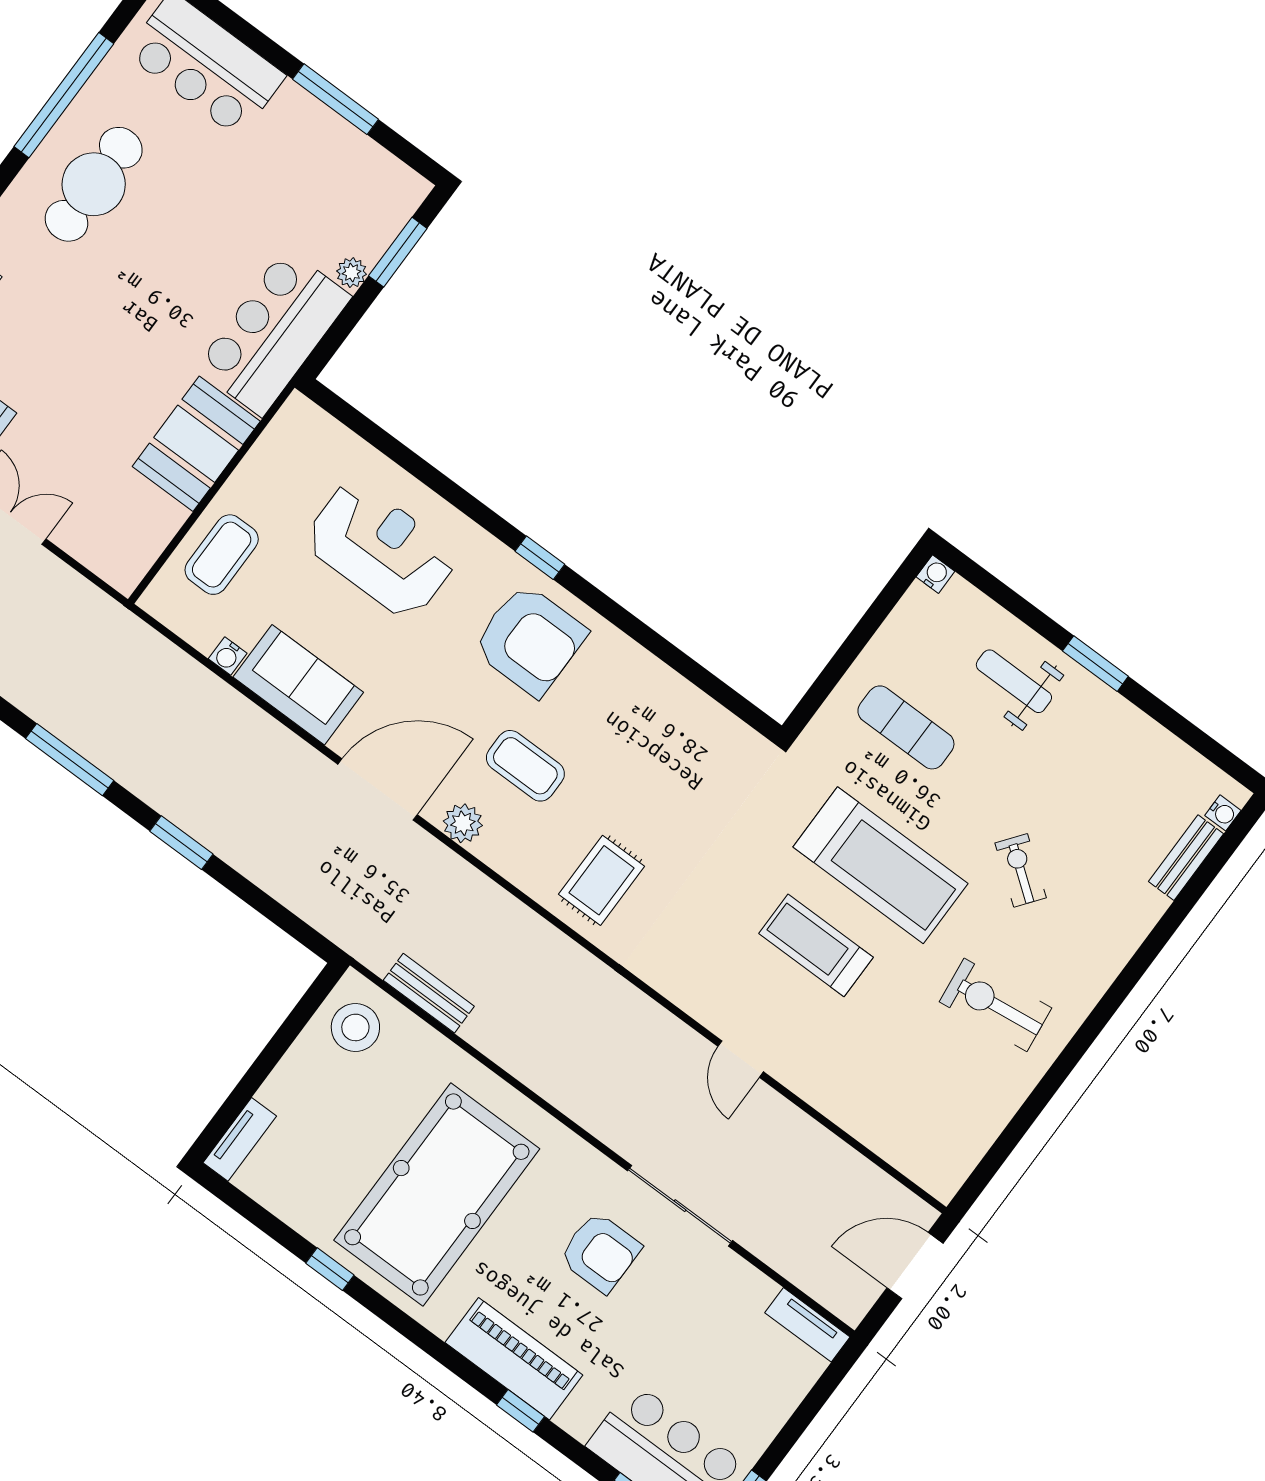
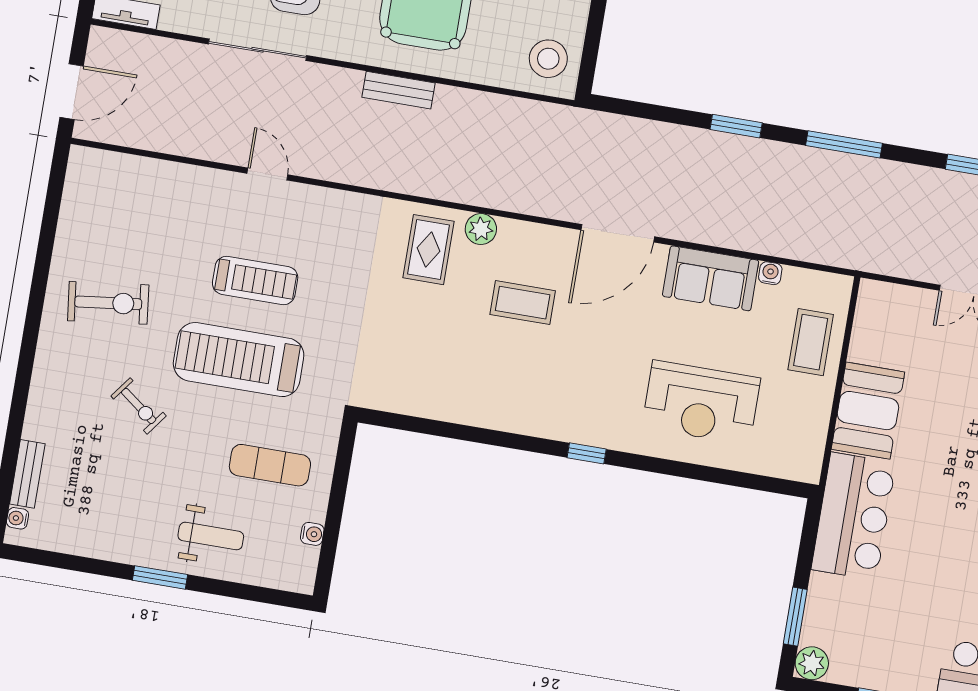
plant: (352, 273) -> (812, 663), moved, width x1.38, depth x1.38
water cooler: (935, 574) -> (312, 534), moved, turned -90
armchair: (530, 640) -> (564, 392), removed
plant: (463, 823) -> (481, 229), moved
bench: (429, 993) -> (399, 90), moved

